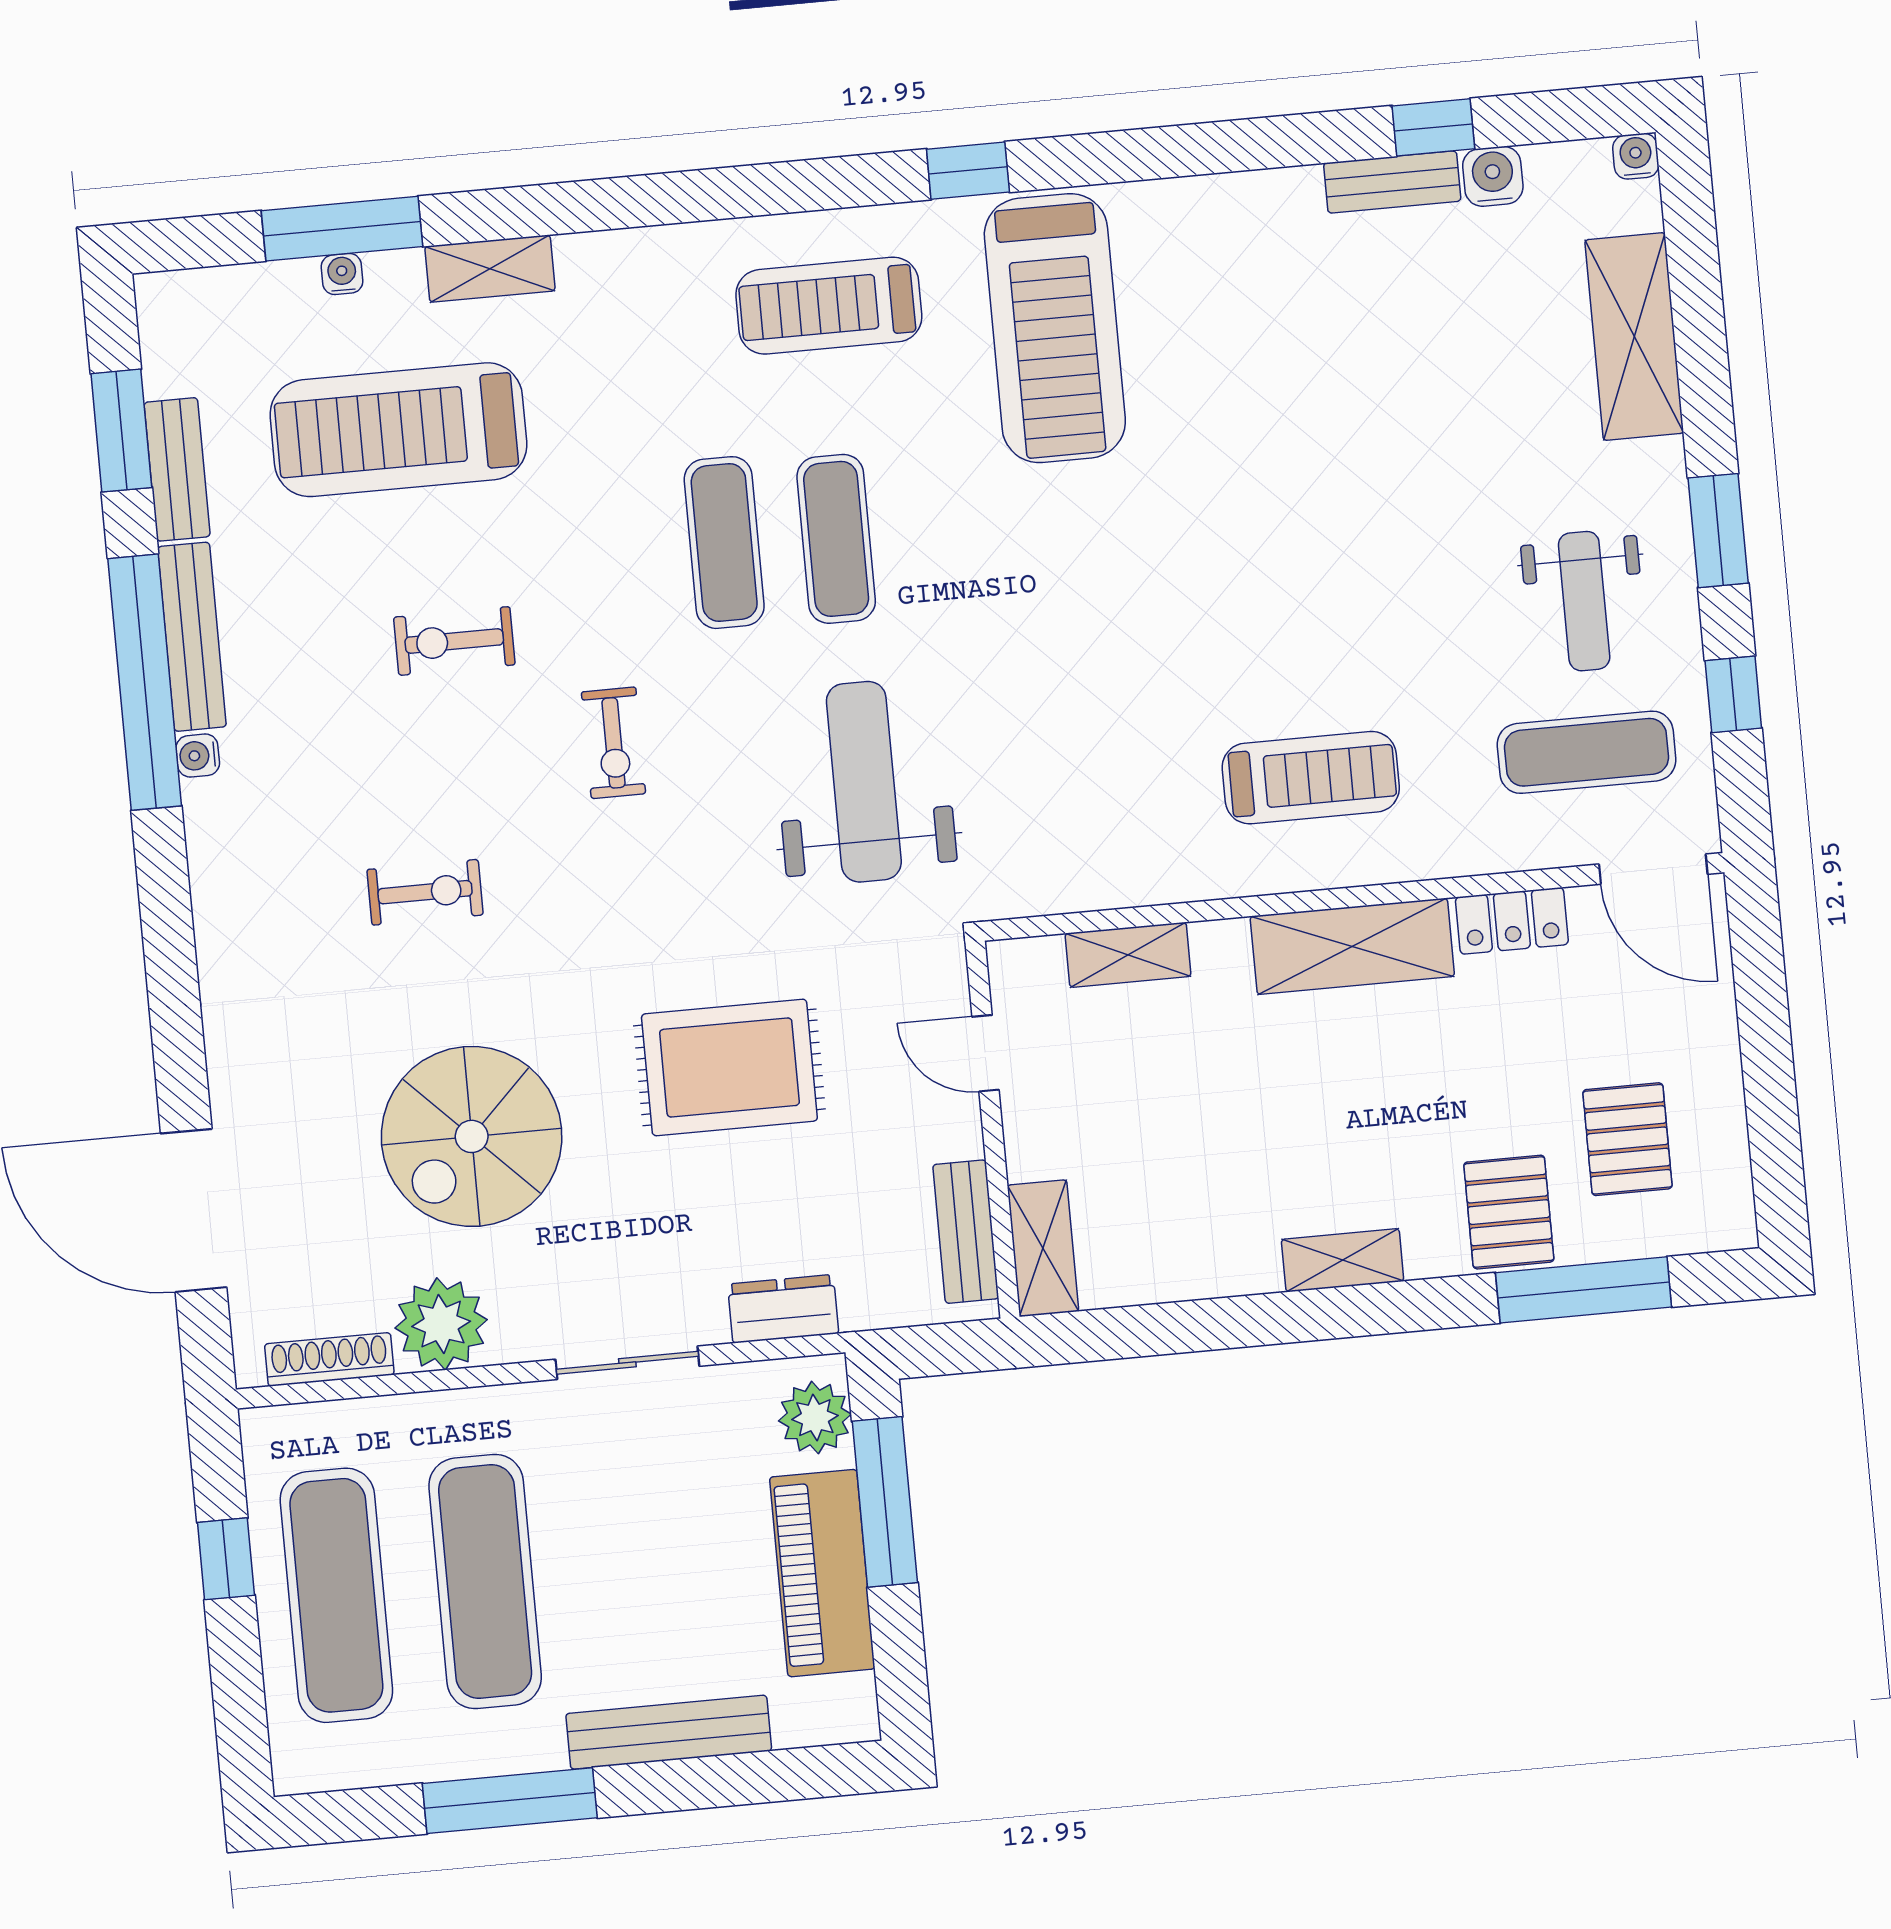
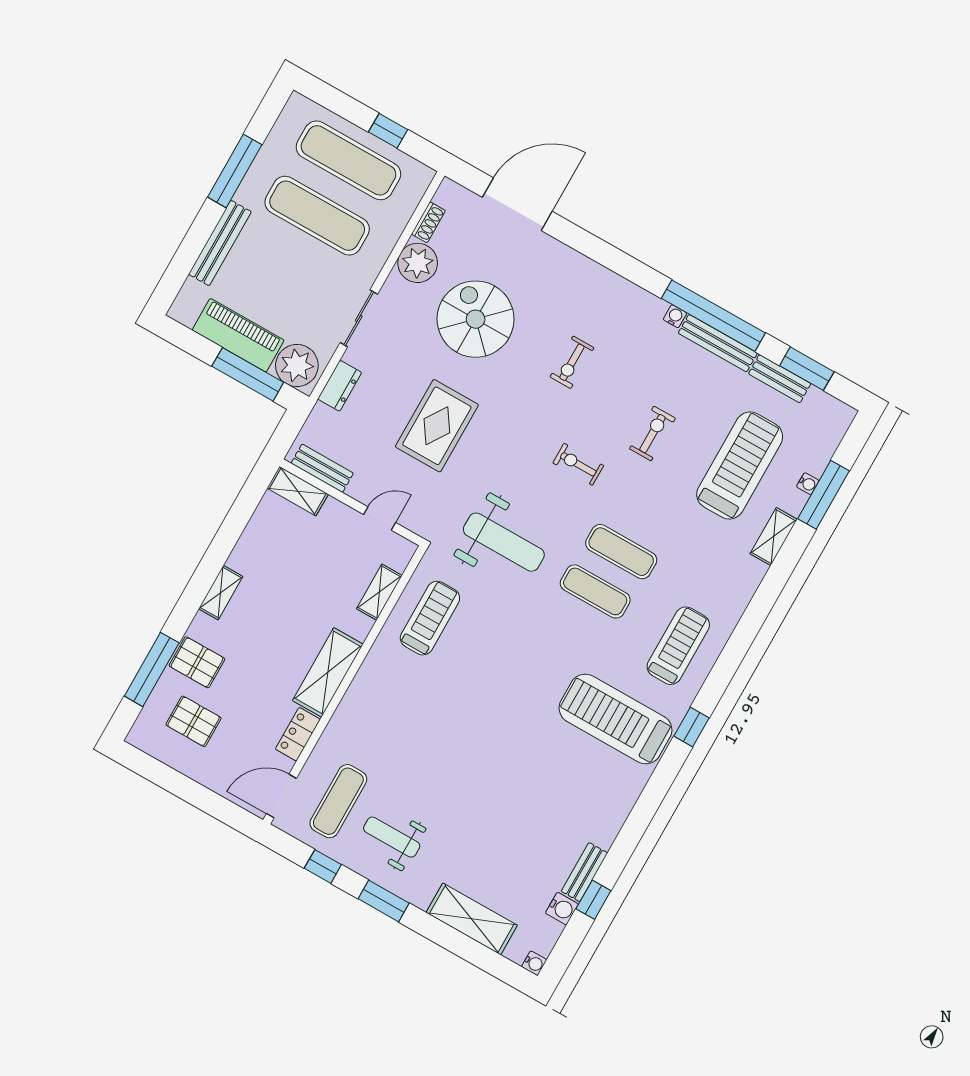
treadmill: (1311, 778) -> (430, 618), moved, turned 180
shoe rack: (329, 1359) -> (428, 222), width x0.70
plant: (815, 1418) -> (297, 366), width x1.36, depth x1.36

